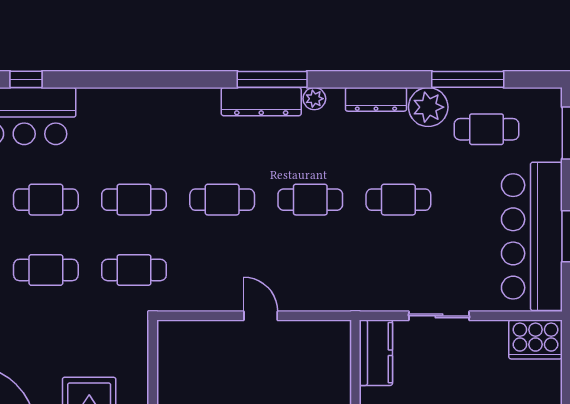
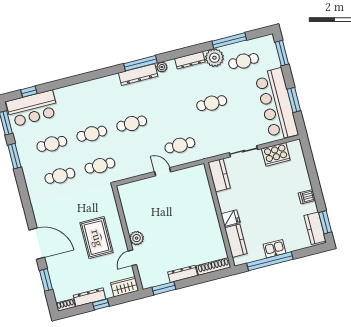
cafe table: (310, 200) -> (180, 145), moved
cooker: (536, 339) -> (276, 154), moved

